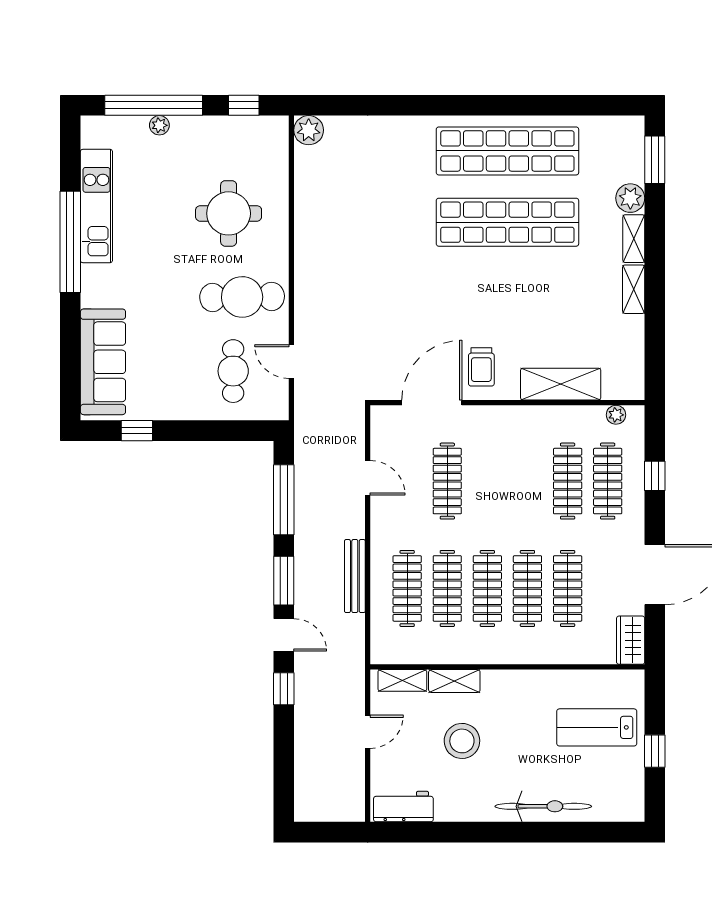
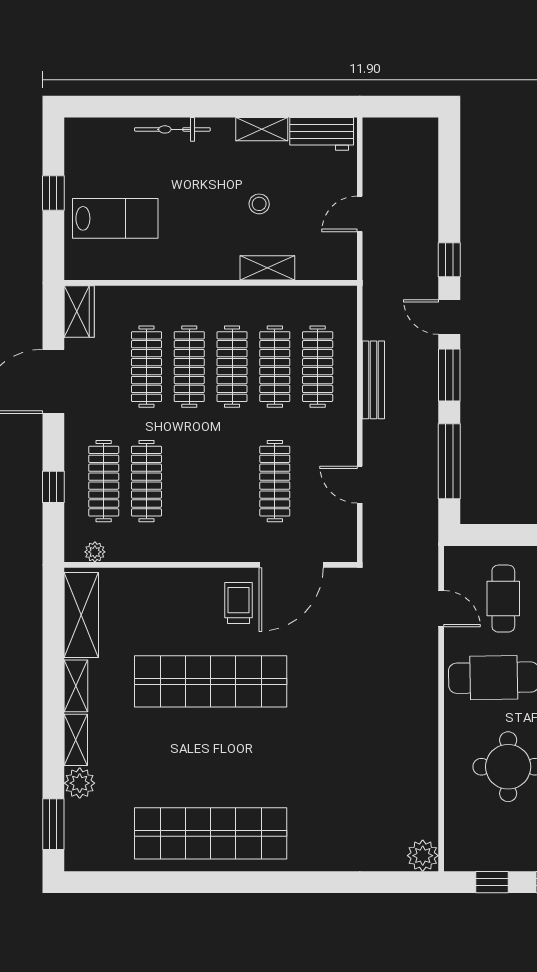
shop shelf: (507, 222) -> (211, 681), moved
shelving: (561, 384) -> (81, 615), moved, turned 90
shelving: (402, 680) -> (262, 129), moved
stool: (462, 741) -> (259, 204), width x0.53, depth x0.53
bicycle: (543, 806) -> (172, 129), width x0.73, depth x0.71

